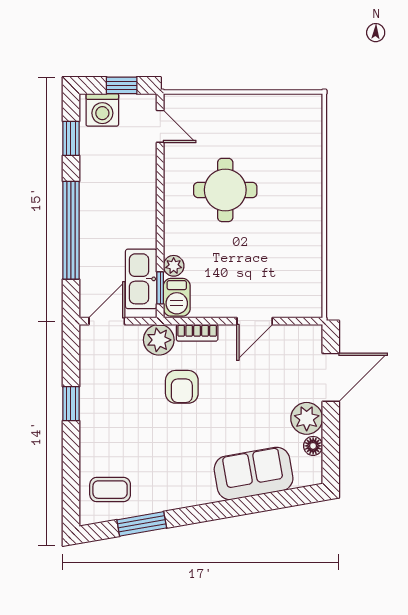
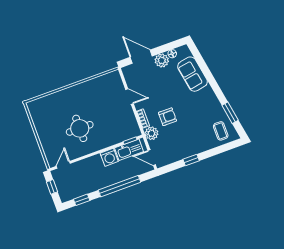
washing machine: (102, 110) -> (109, 157), moved, turned 90
plant: (174, 266) -> (119, 138), removed
barbecue: (177, 297) -> (131, 132), removed

